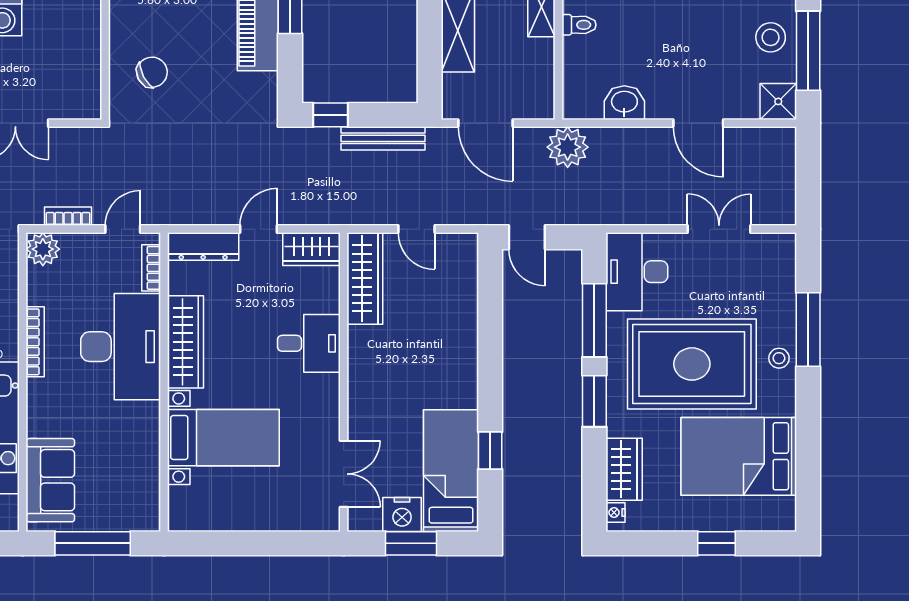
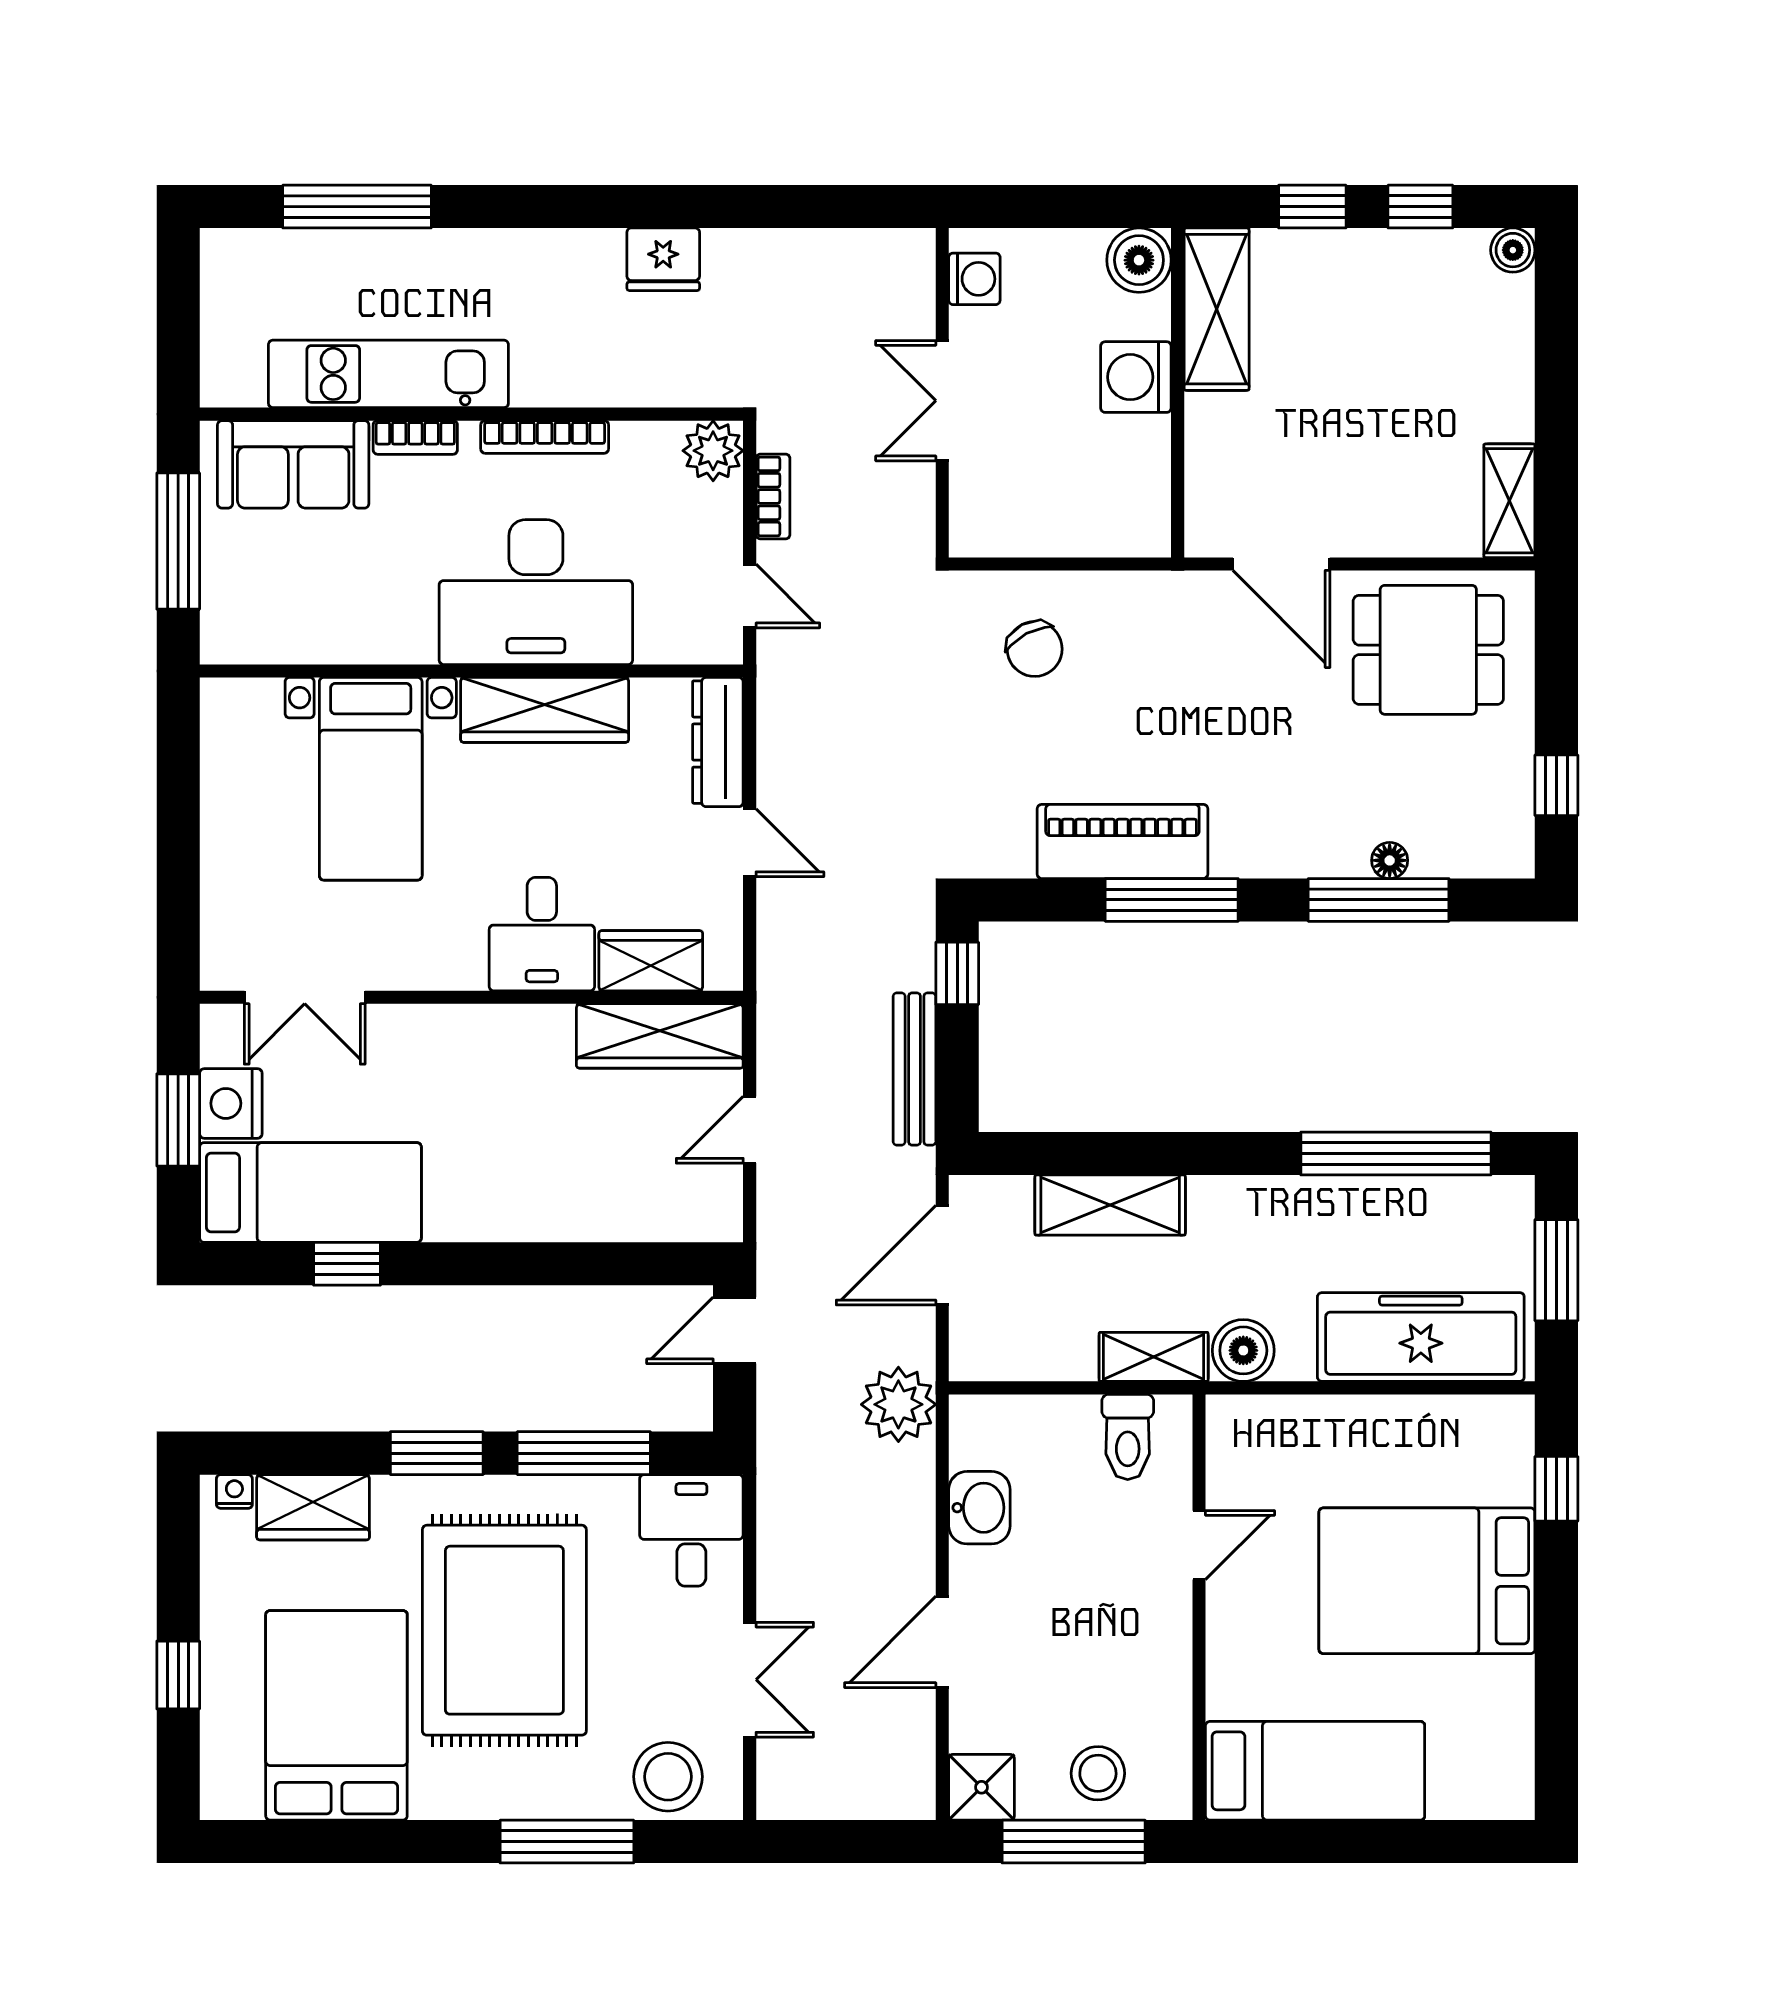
toilet: (579, 25) -> (1128, 1437), width x1.37, depth x1.39
wardrobe: (312, 249) -> (651, 961), moved, turned 90
bookcase: (151, 268) -> (415, 437), moved, turned 180
desk: (637, 272) -> (691, 1530), width x0.73
stool: (779, 358) -> (668, 1777), moved, width x1.89, depth x1.89

